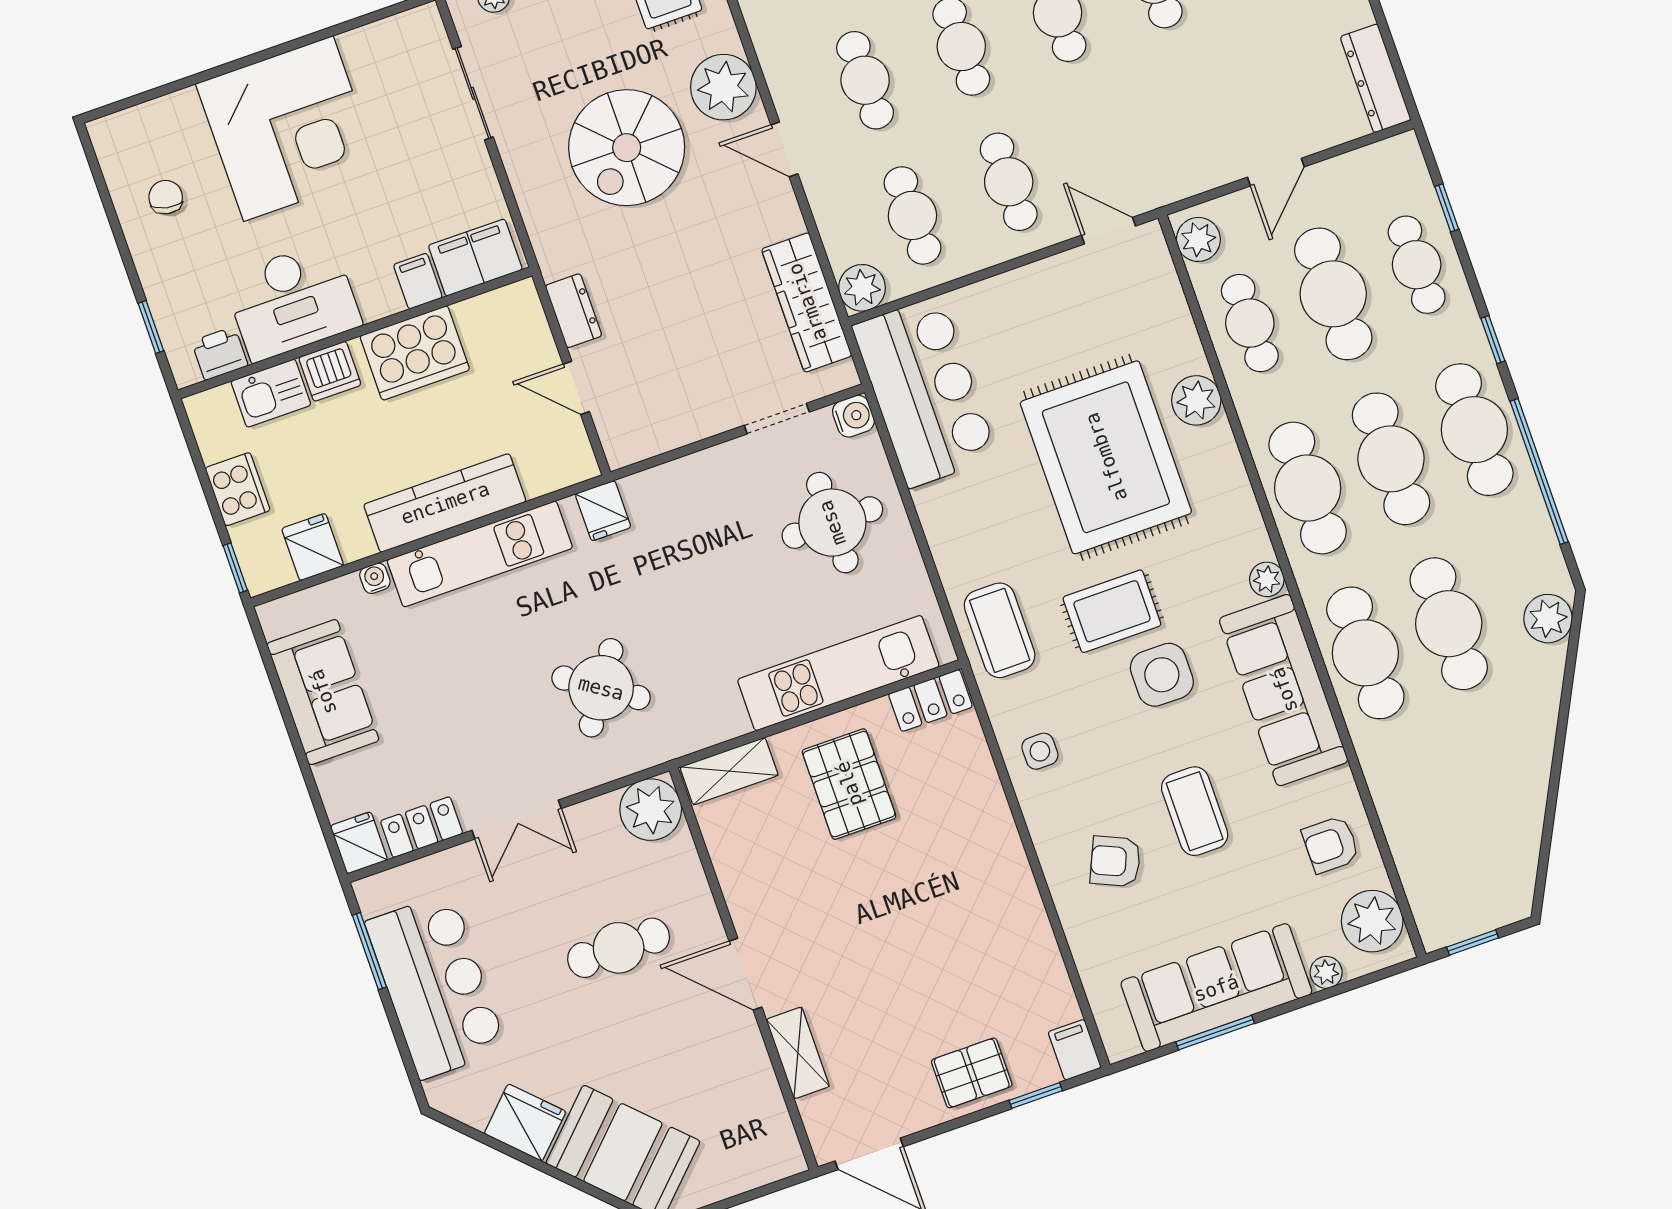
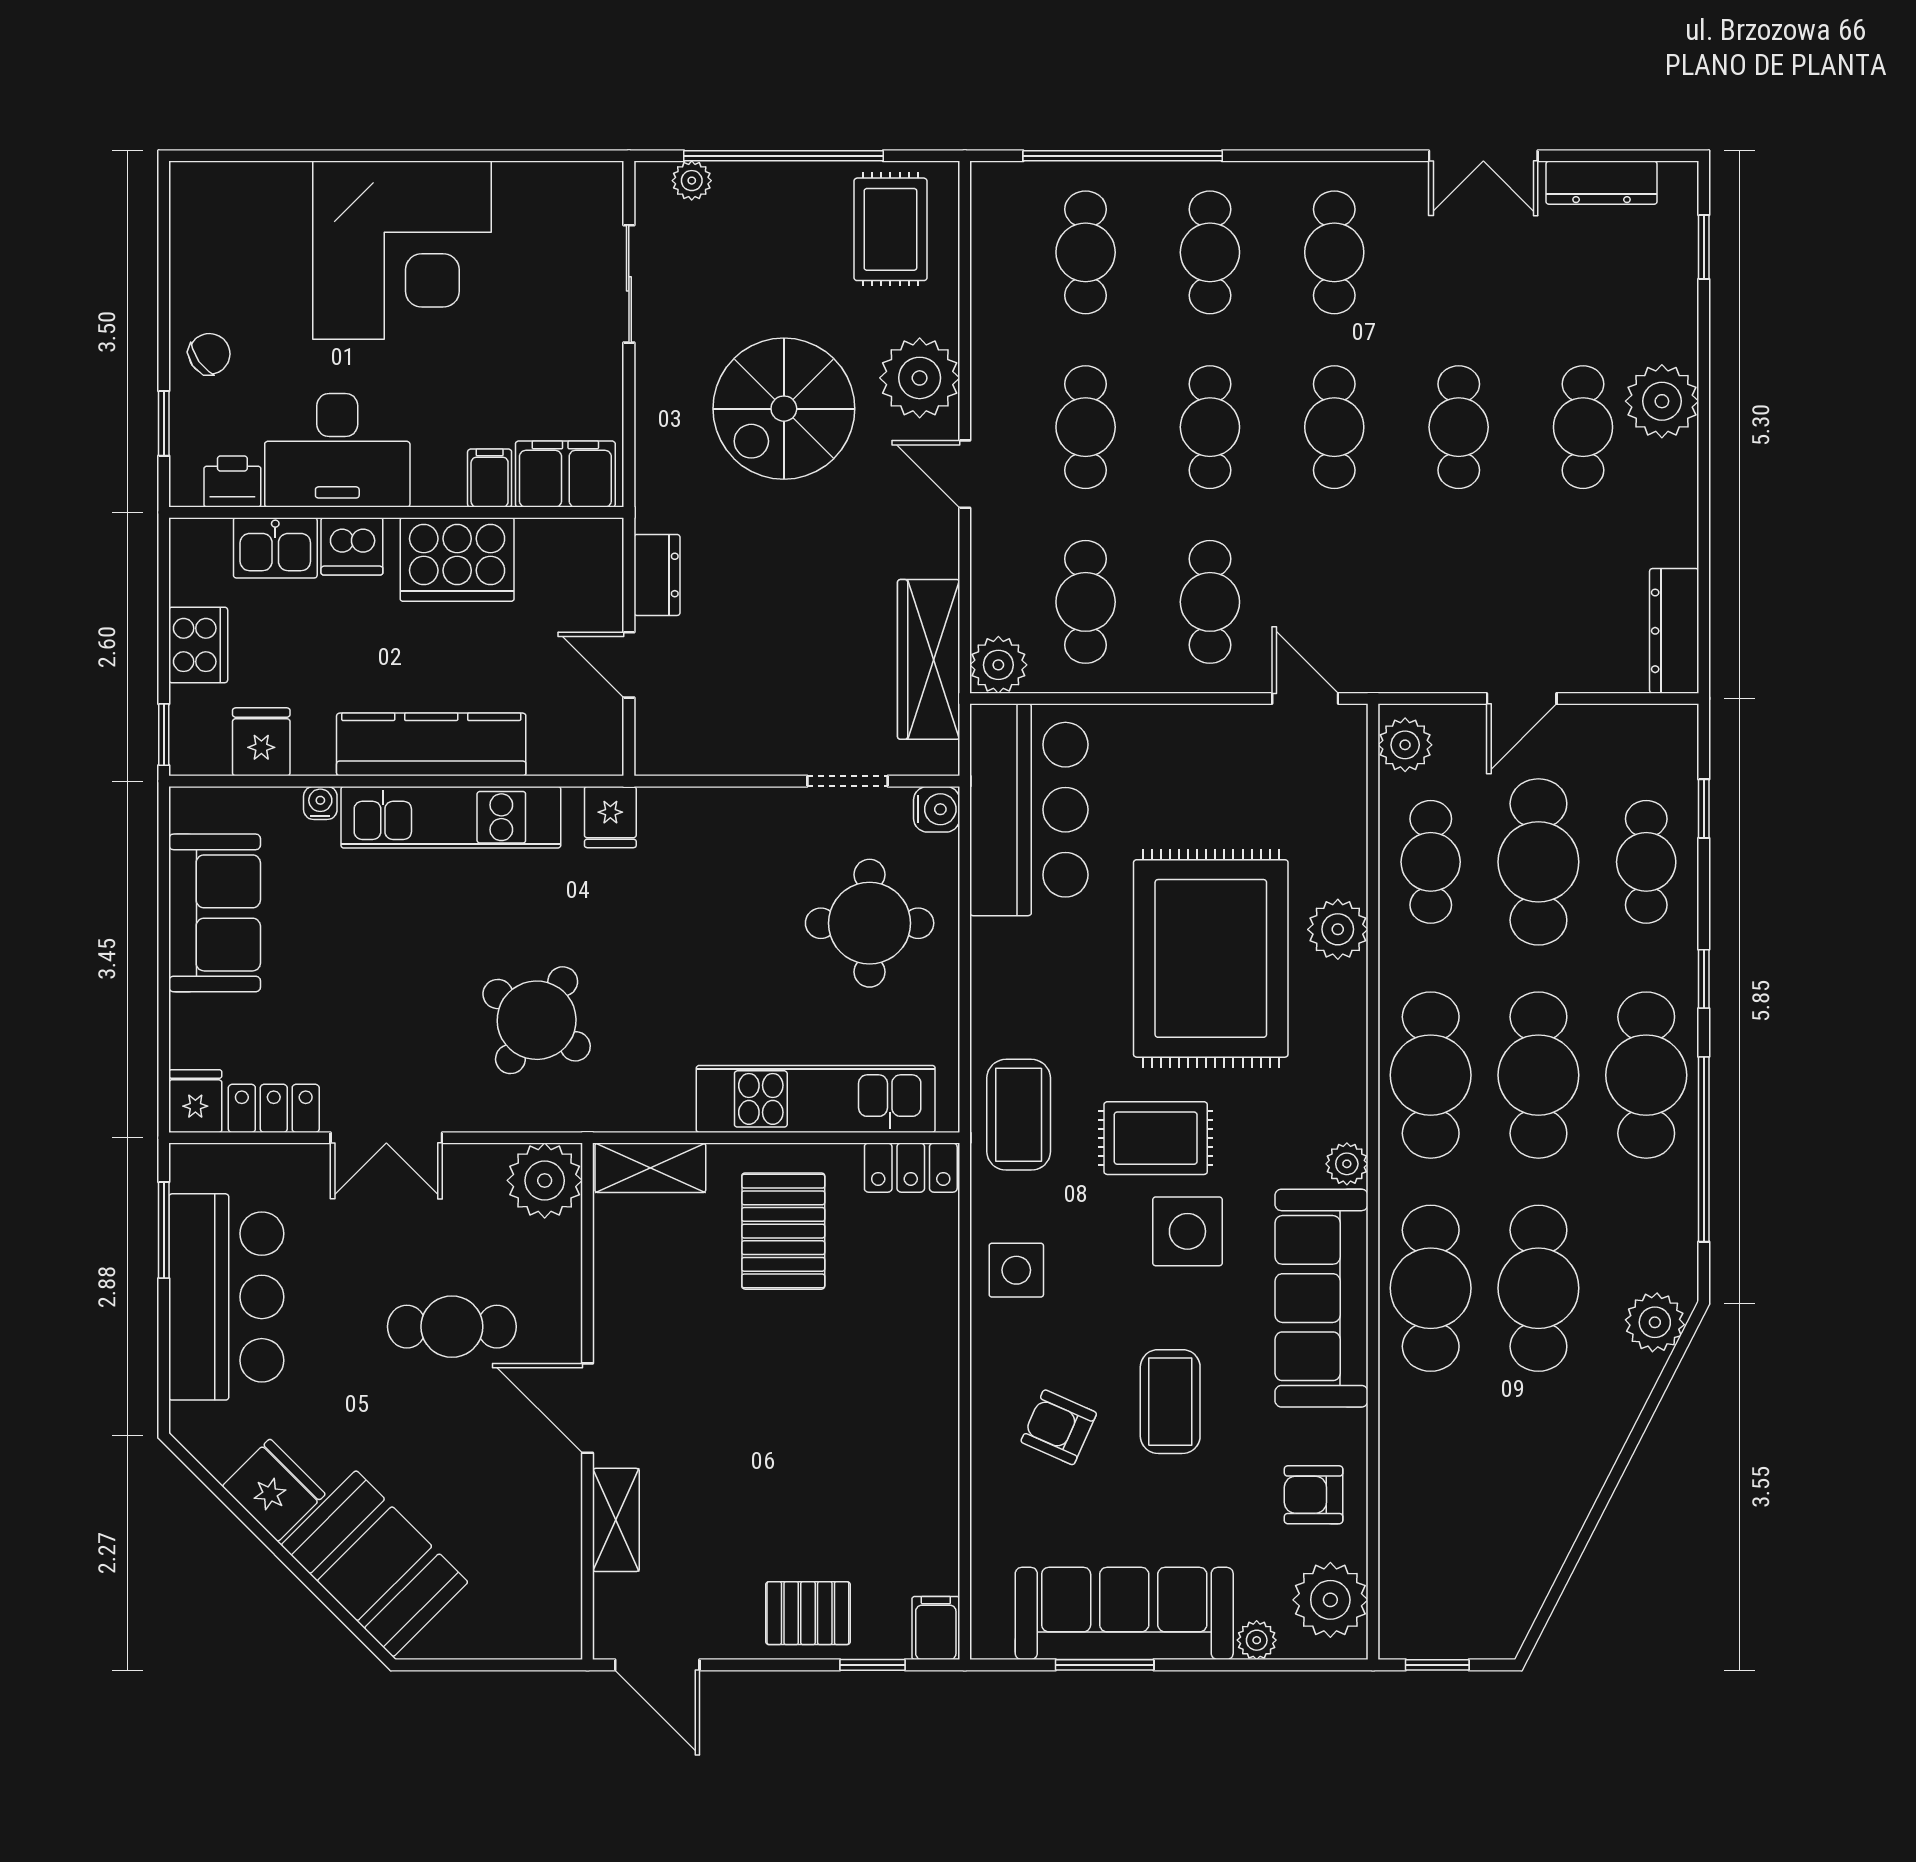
chair: (166, 197) -> (209, 354), moved, turned 44
side table: (1040, 751) -> (1016, 1270), width x1.37, depth x1.37

